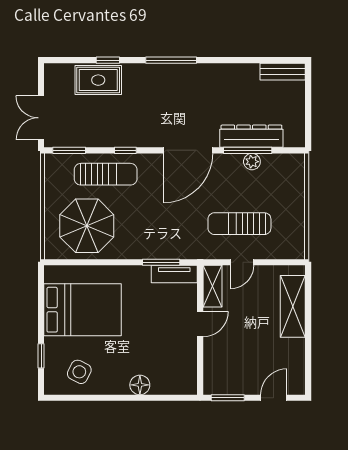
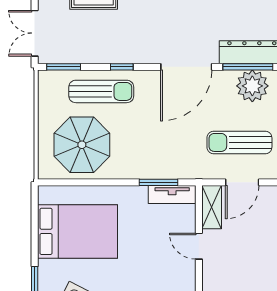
plant: (252, 162) -> (252, 86), width x1.88, depth x1.88
door: (242, 262) -> (242, 182), width x1.38
door: (200, 324) -> (199, 246), swing flipped

